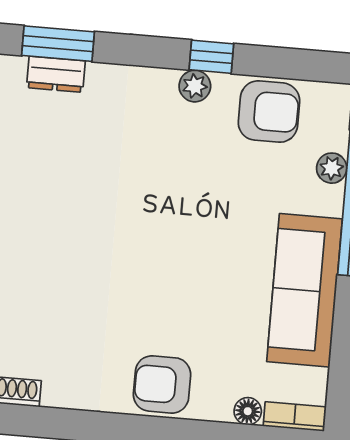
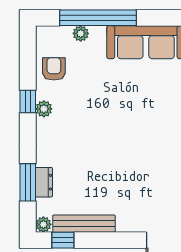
armchair: (269, 112) -> (54, 69), width x0.72, depth x0.72

